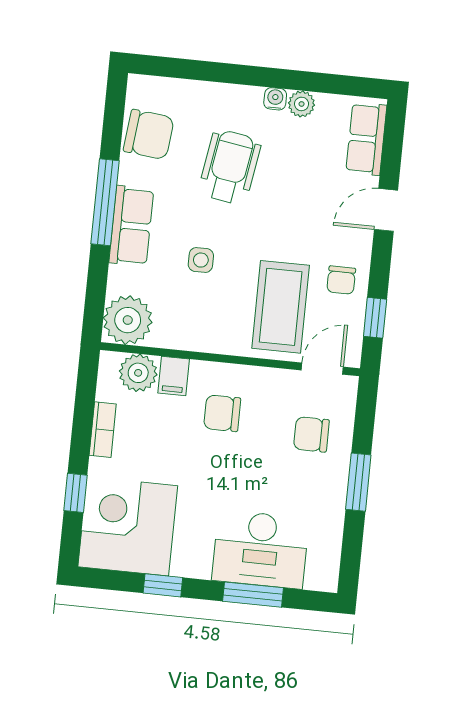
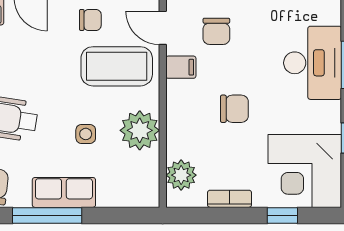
plant: (128, 320) -> (140, 130), moved
filing cabinet: (174, 376) -> (181, 67), moved
chair: (222, 413) -> (234, 109), moved, turned -90

